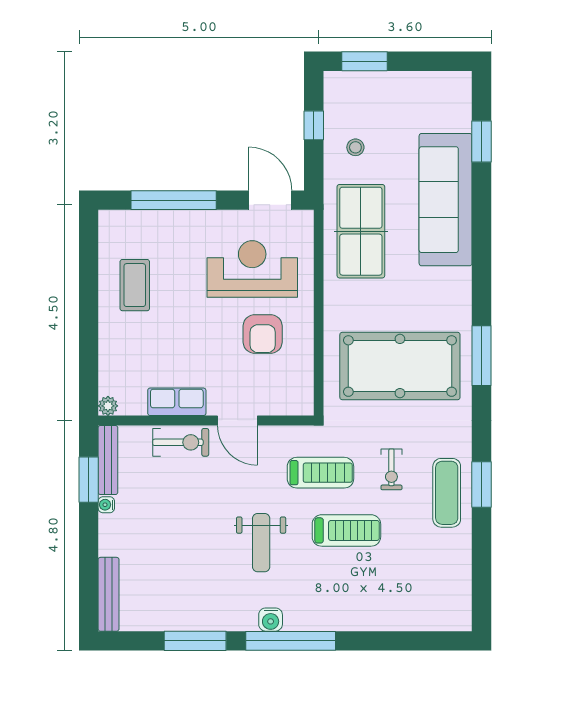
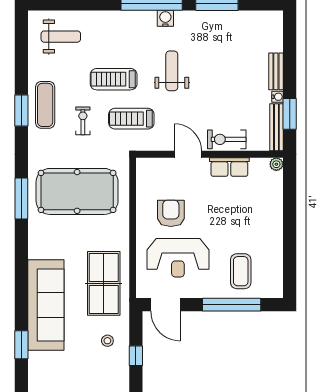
coffee table: (135, 285) -> (241, 271), moved
weight bench: (424, 593) -> (61, 37), added
bench: (109, 594) -> (276, 71), moved, width x0.73

